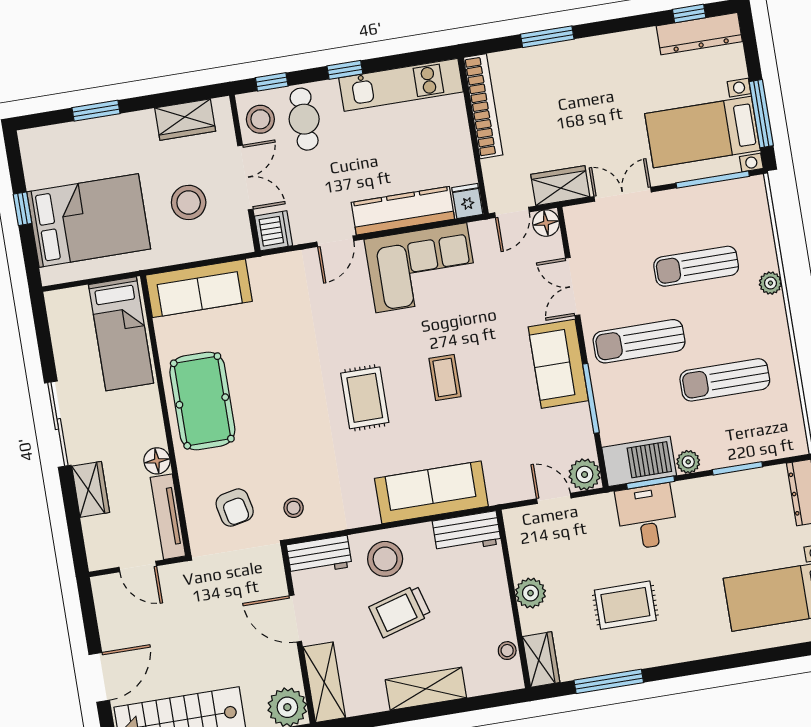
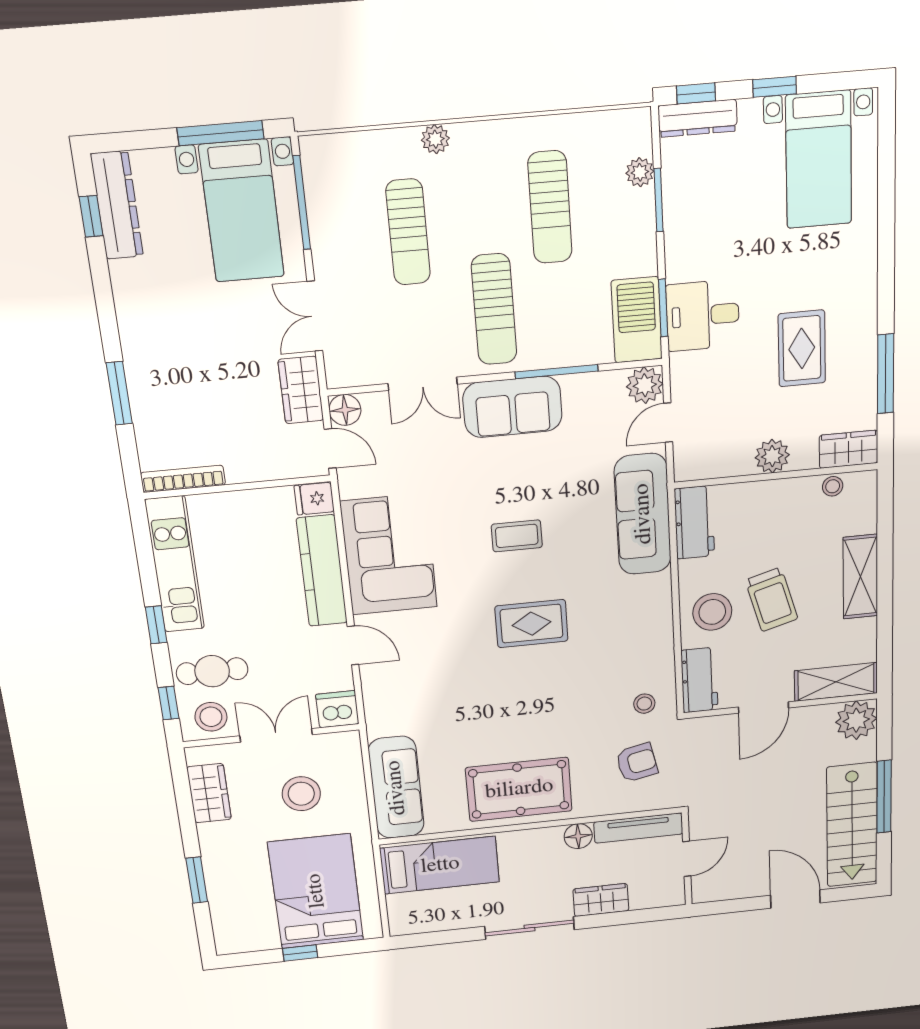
bookcase: (483, 106) -> (183, 479), width x0.68, depth x0.76
plant: (688, 462) -> (640, 172), moved
sofa: (431, 492) -> (643, 514), moved

